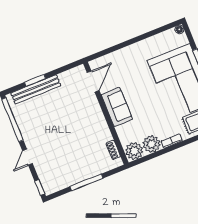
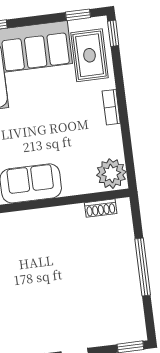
plant: (152, 144) -> (107, 142), removed

